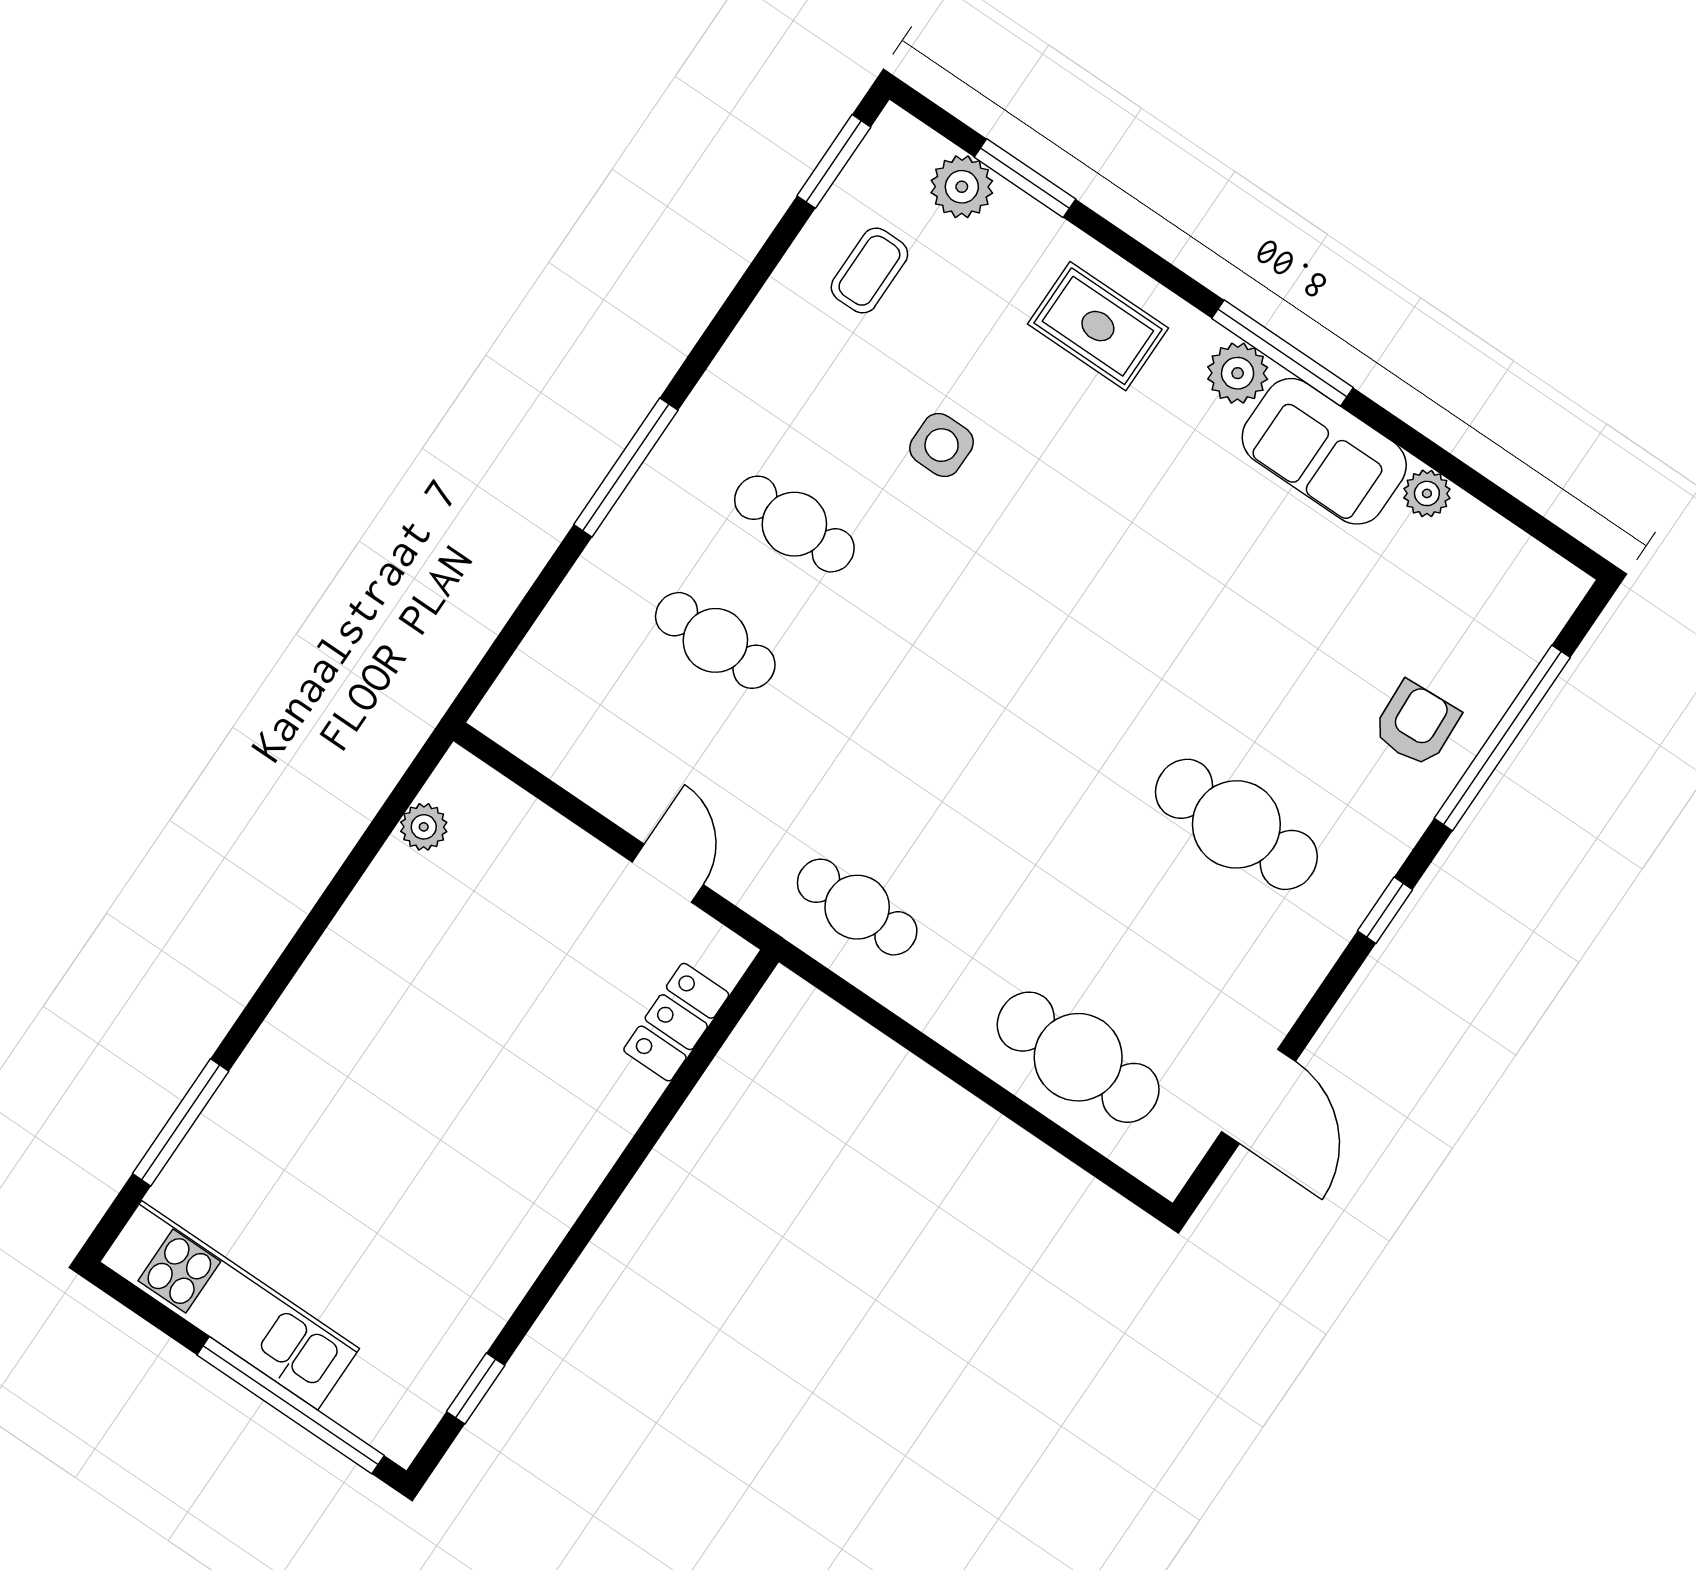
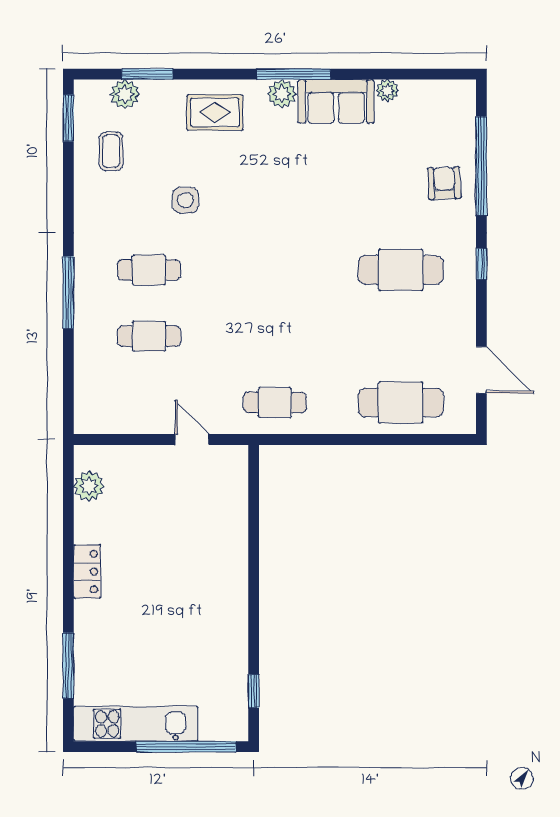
plant: (424, 827) -> (89, 486), width x1.38, depth x1.38
locker: (676, 1022) -> (87, 572), moved, turned 180

